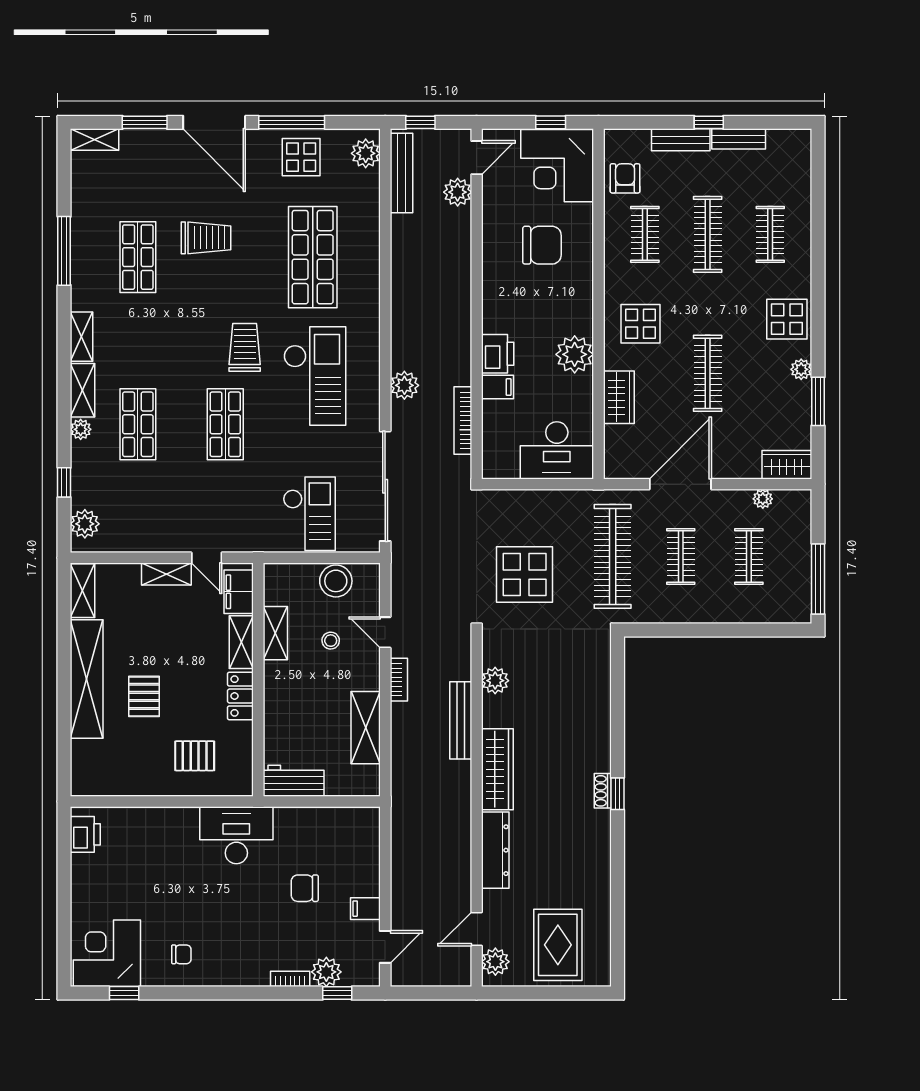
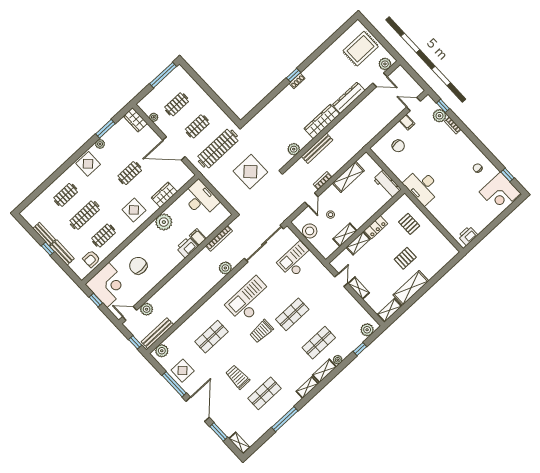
shop shelf: (313, 257) -> (212, 337), width x0.70, depth x0.74
clothes rail: (708, 373) -> (130, 173), width x0.73
filing cabinet: (239, 592) -> (343, 259), removed
shelving: (87, 679) -> (411, 288), width x0.68
chair: (305, 888) -> (398, 146), moved

